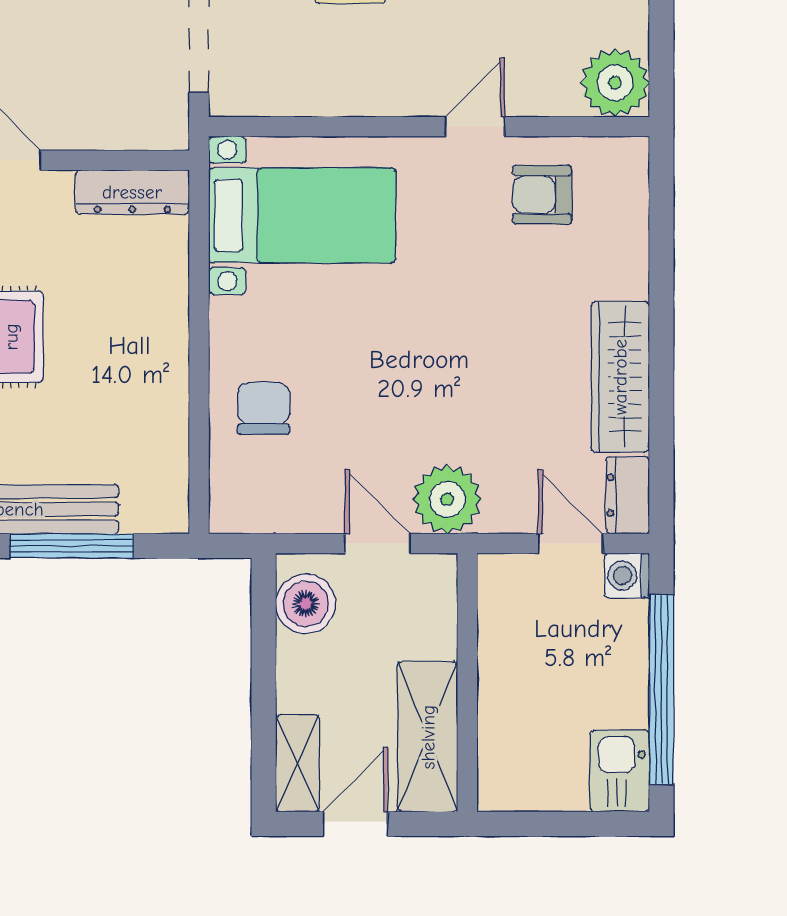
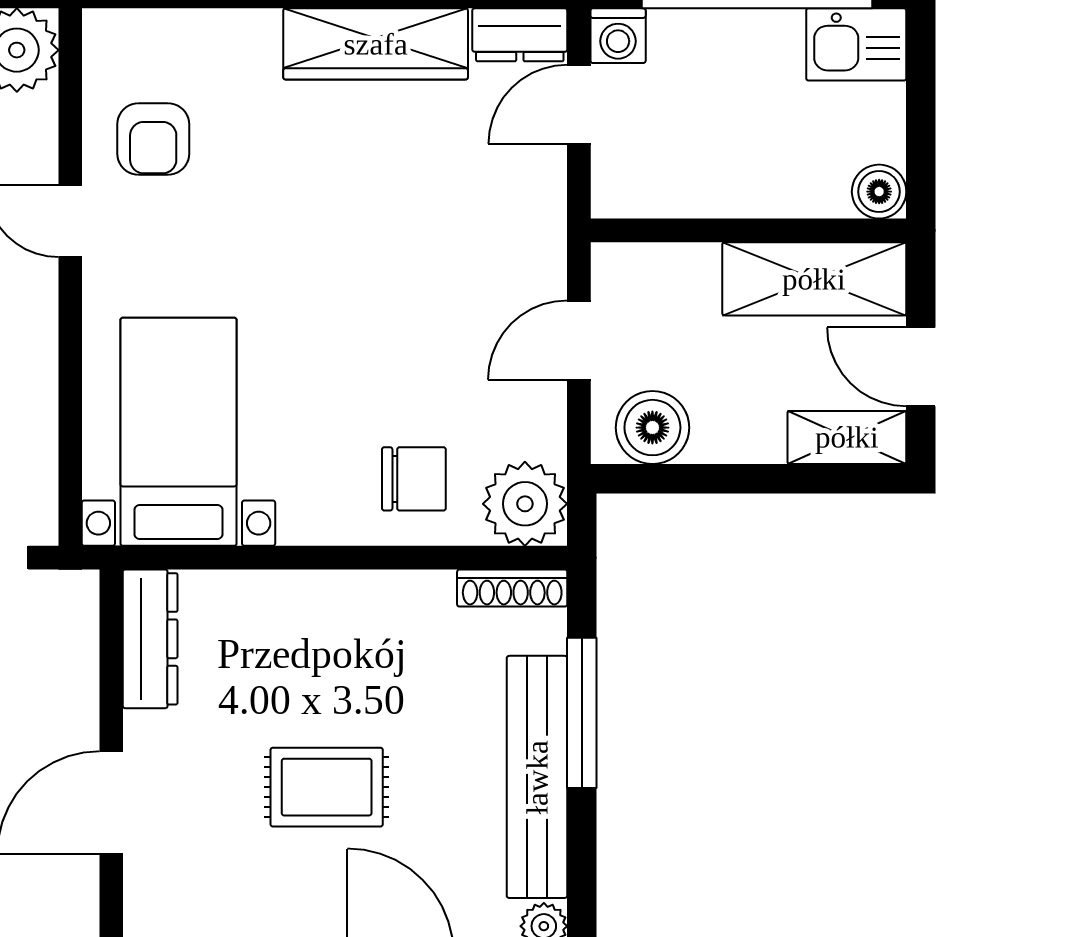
chair: (264, 408) -> (414, 479), turned 180
shoe rack: (174, 489) -> (512, 588), added
plant: (447, 499) -> (525, 504), moved
boiler: (499, 790) -> (879, 192), added

